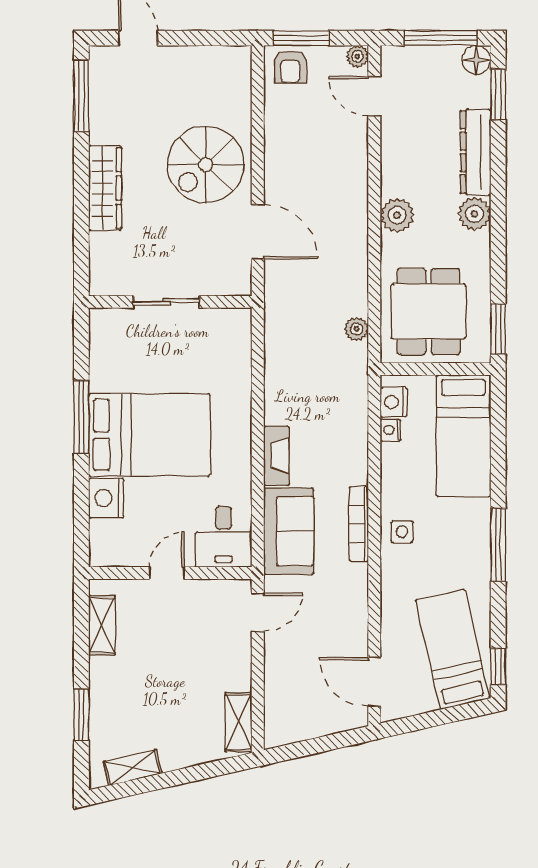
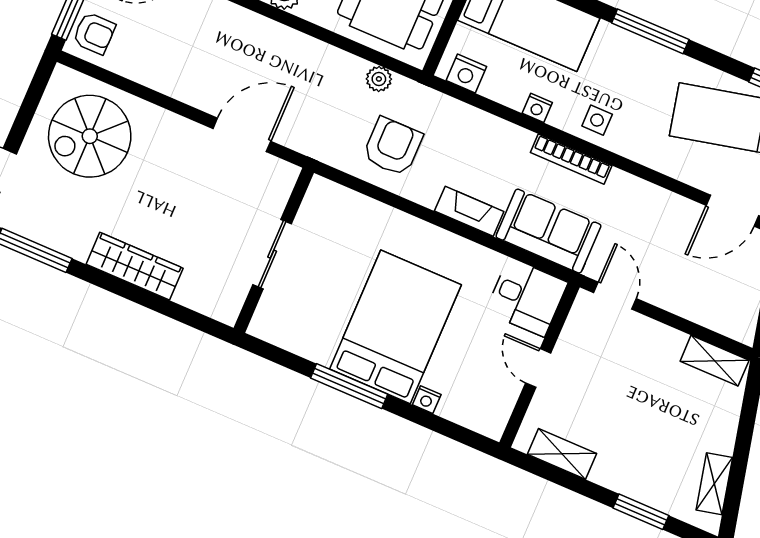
spiral stairs: (206, 165) -> (90, 136), moved, turned 90
armchair: (304, 366) -> (393, 146), added
nightstand: (390, 430) -> (537, 108), moved
nightstand: (106, 498) -> (427, 400), width x0.53, depth x0.56

